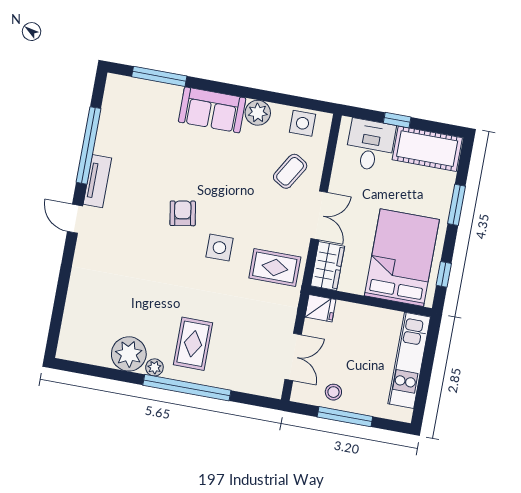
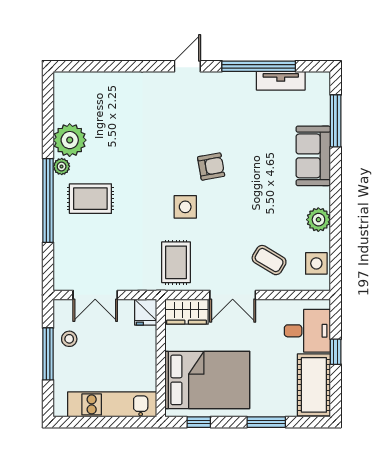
sofa: (212, 110) -> (313, 156), moved
tv unit: (97, 181) -> (281, 81), moved

